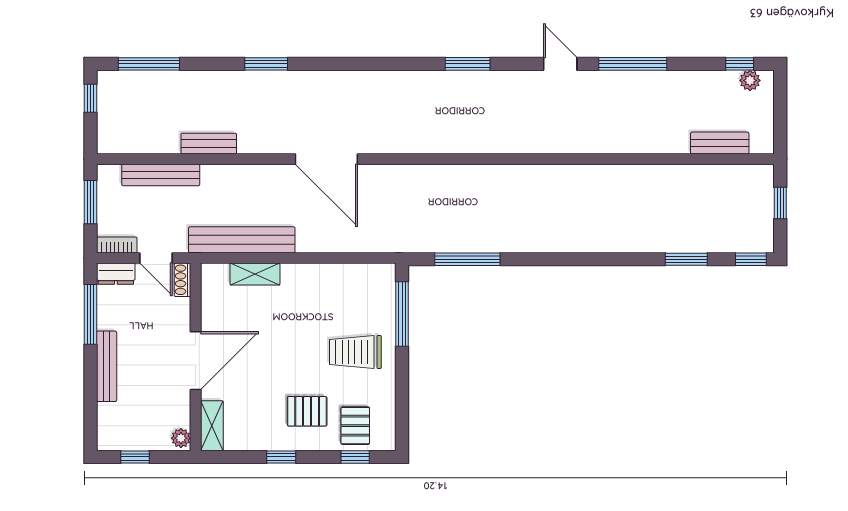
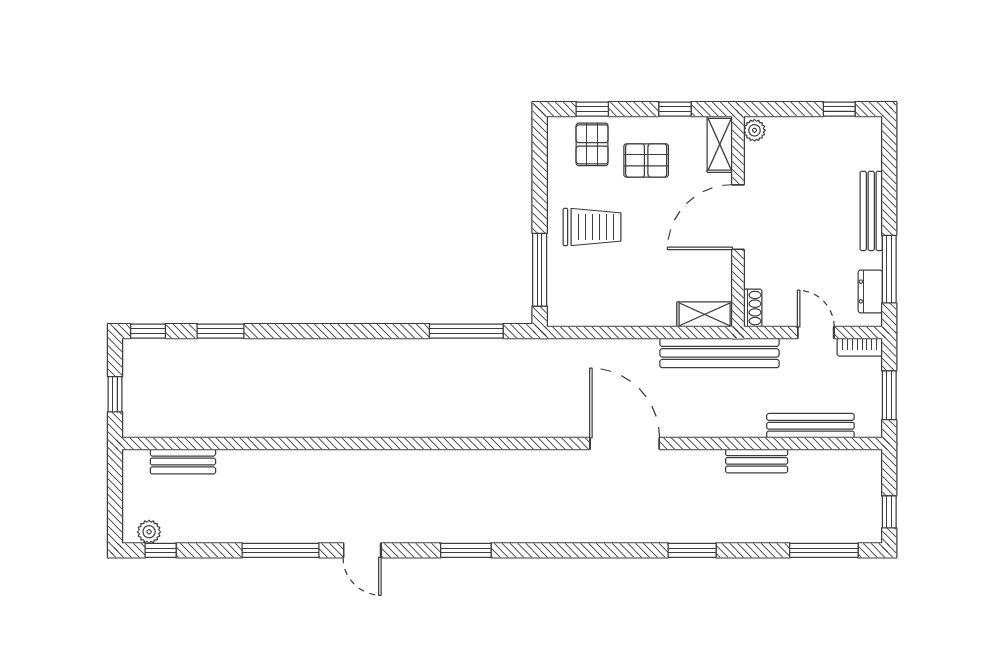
dresser: (116, 274) -> (870, 292), moved, turned -90
shoe rack: (182, 280) -> (753, 308), moved
wall: (196, 357) -> (738, 222), moved
door: (196, 361) -> (738, 217), moved
shelving: (212, 426) -> (720, 144), moved
plant: (181, 438) -> (754, 130), moved

